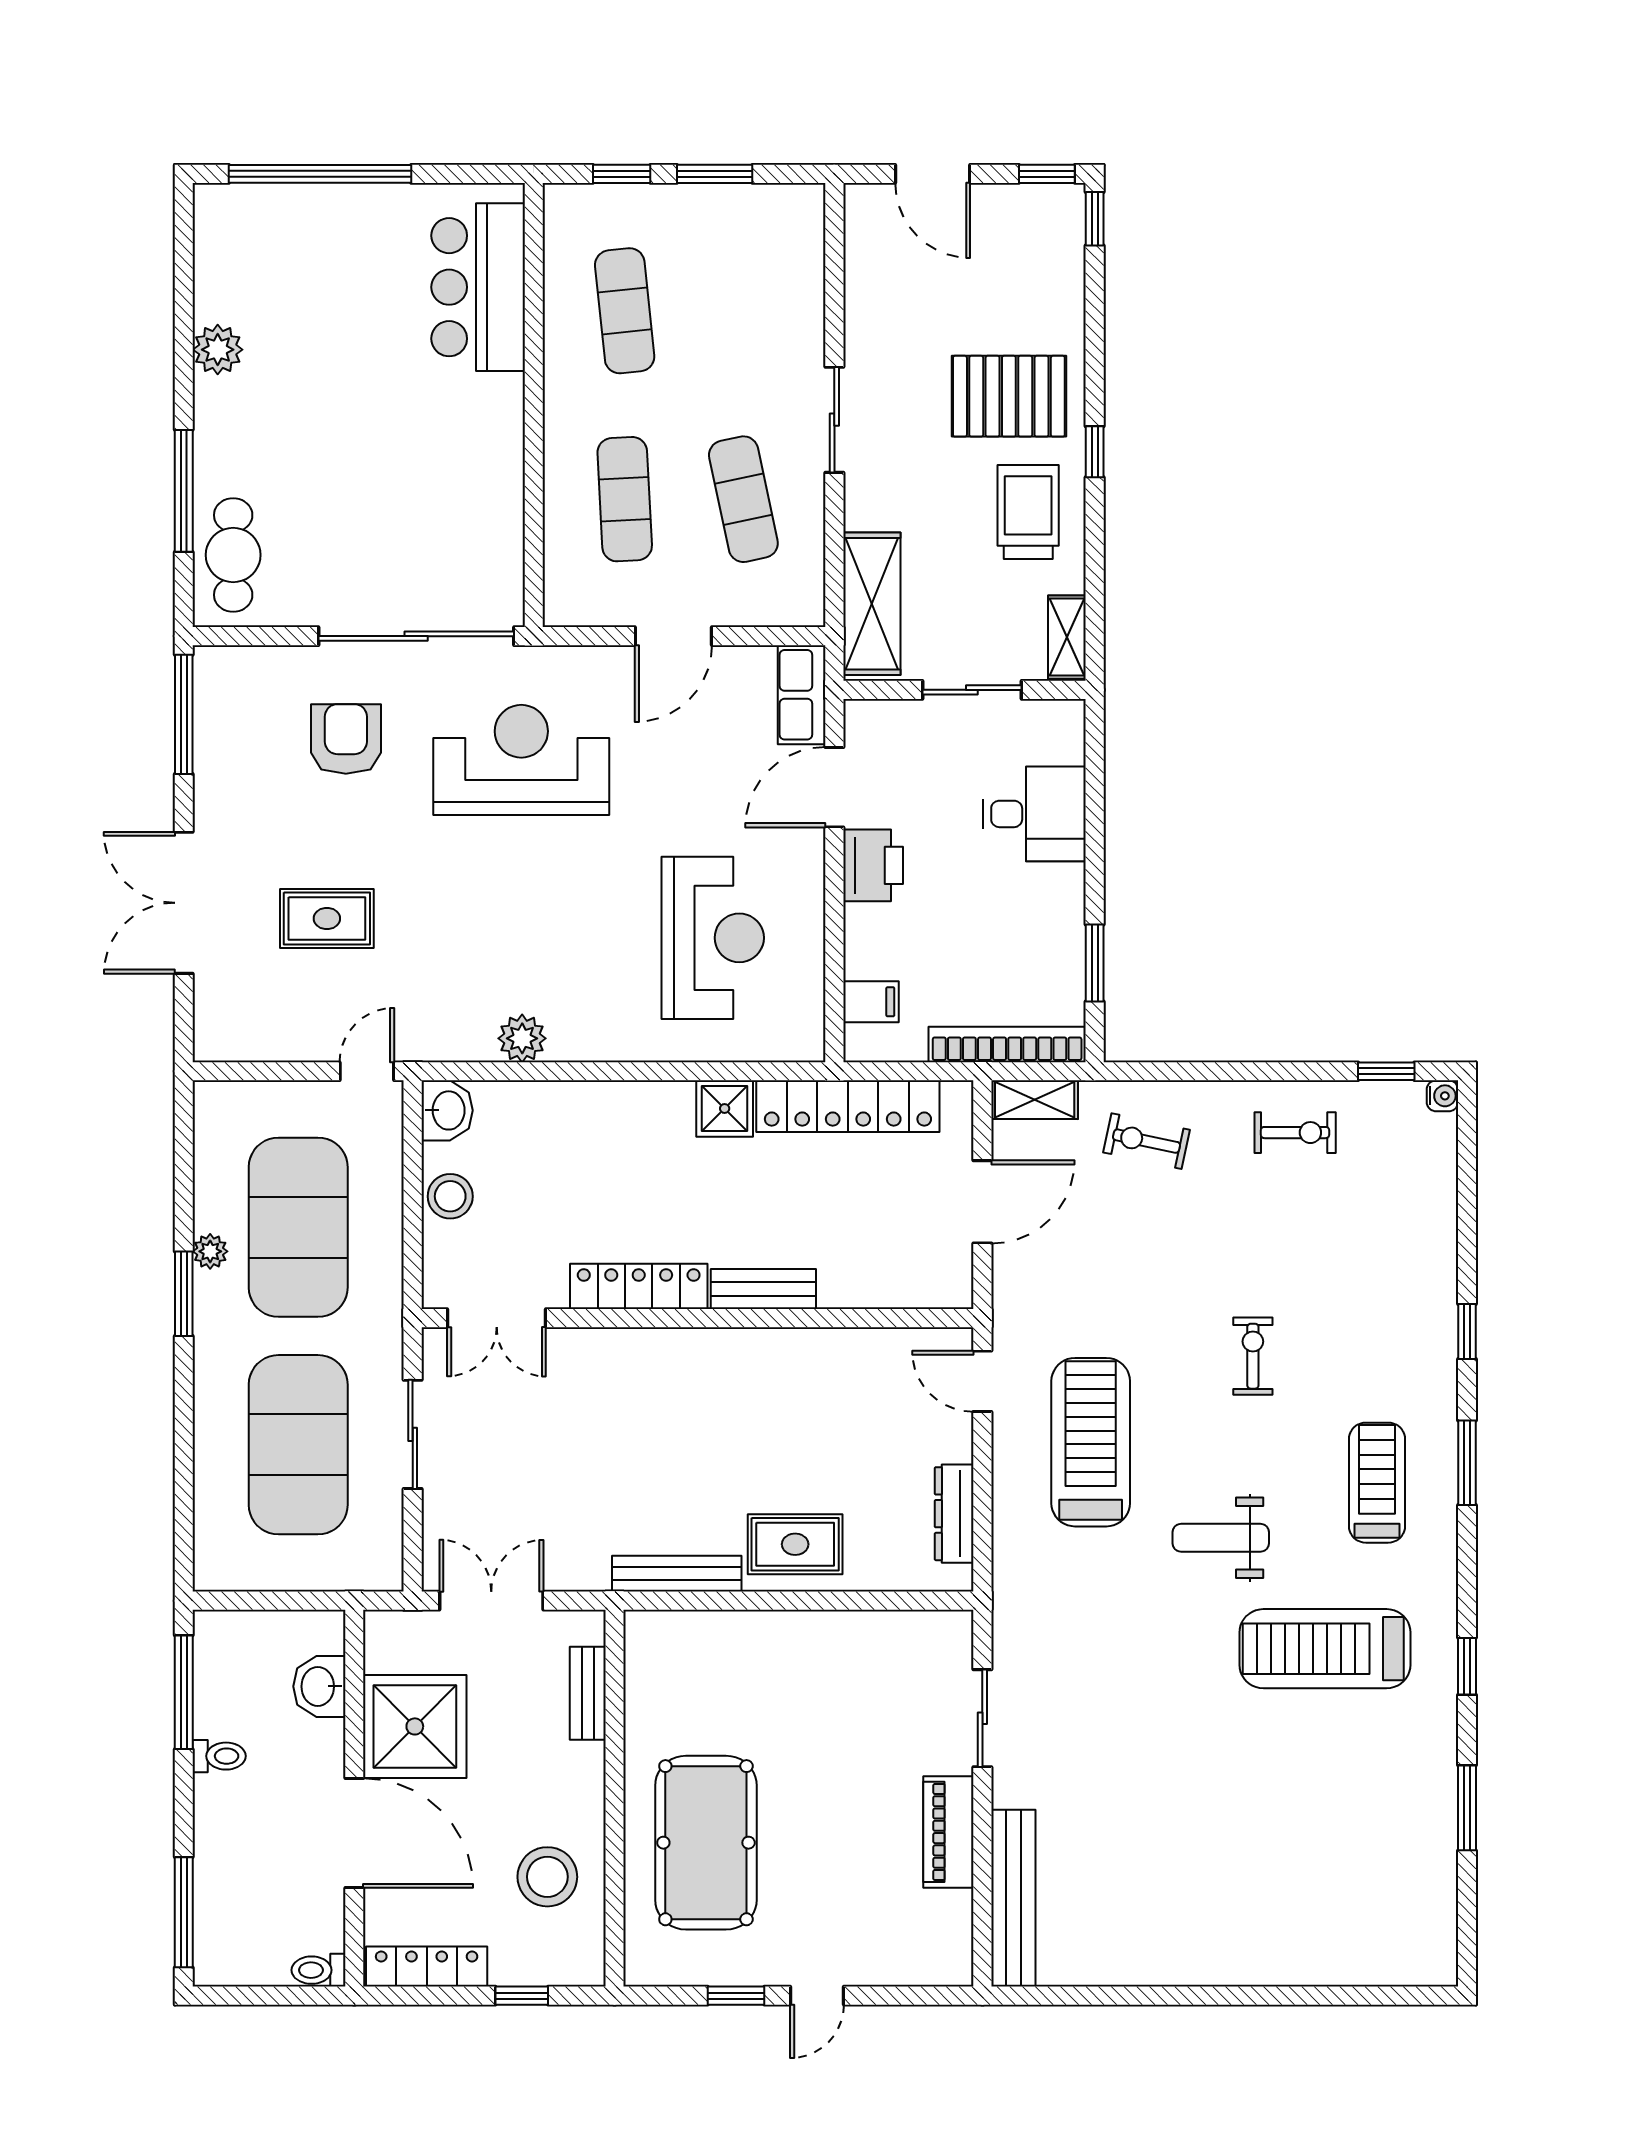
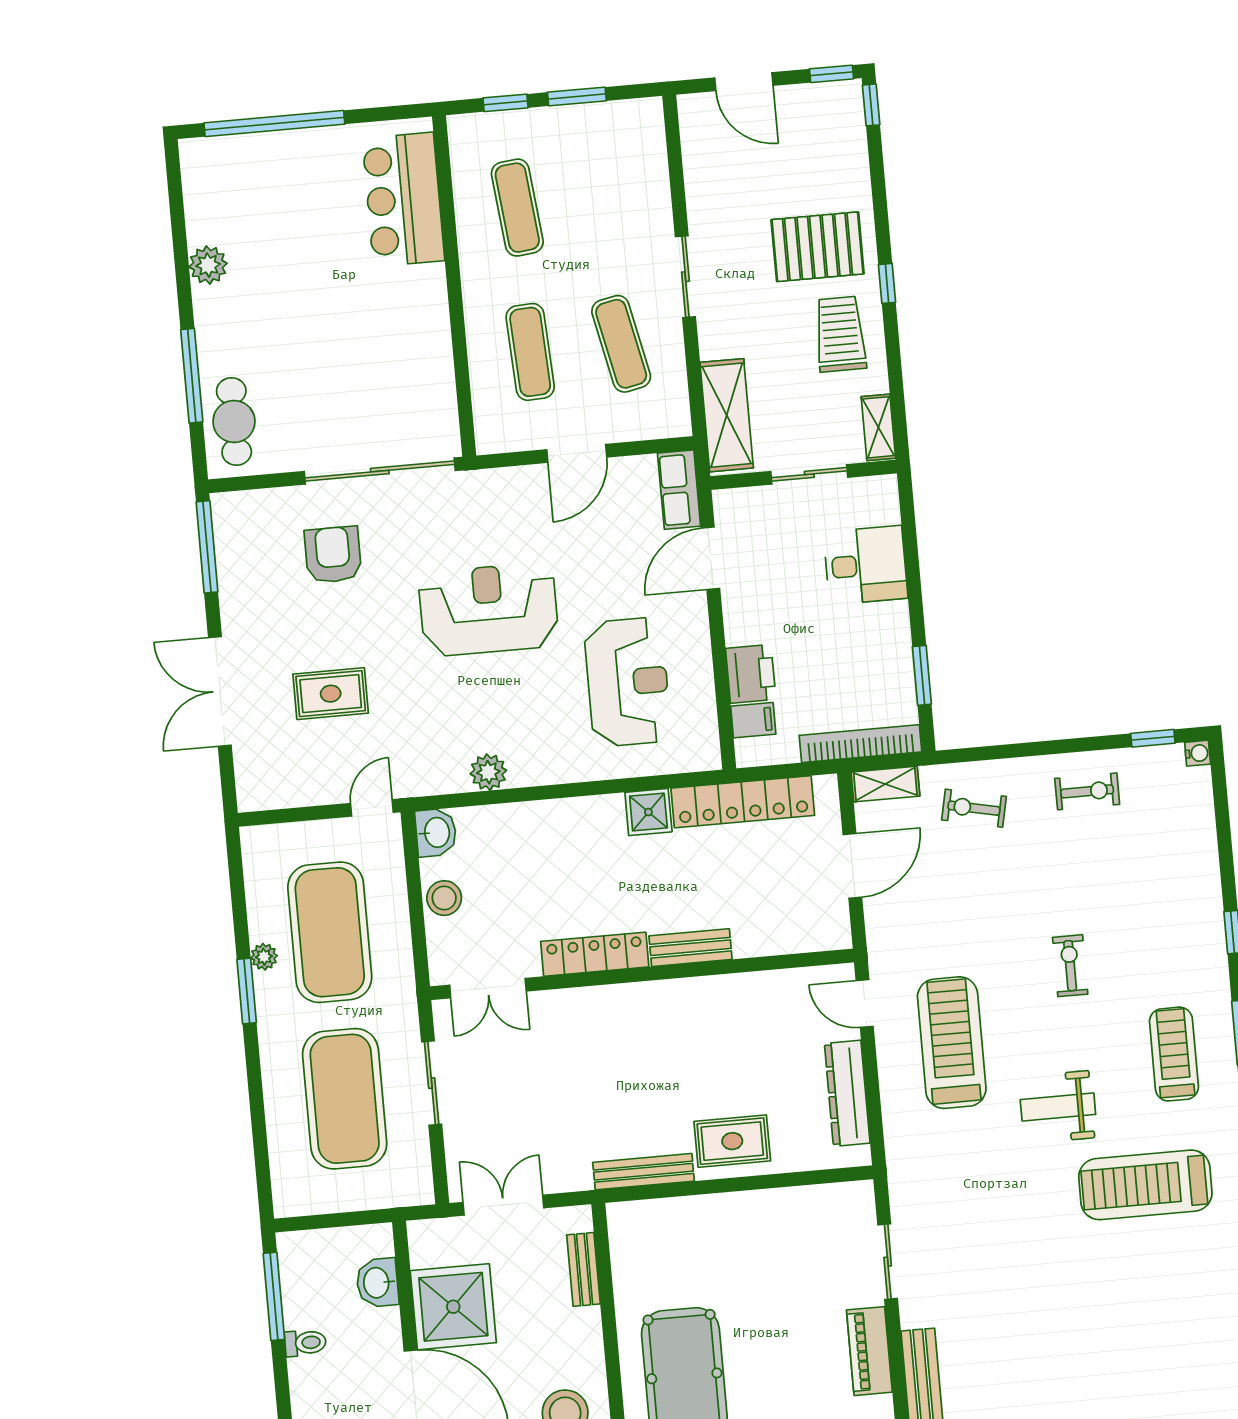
reception desk: (521, 760) -> (489, 609), moved
printer: (873, 865) -> (751, 674), moved
dresser: (954, 1514) -> (847, 1093), width x1.37, depth x1.24

